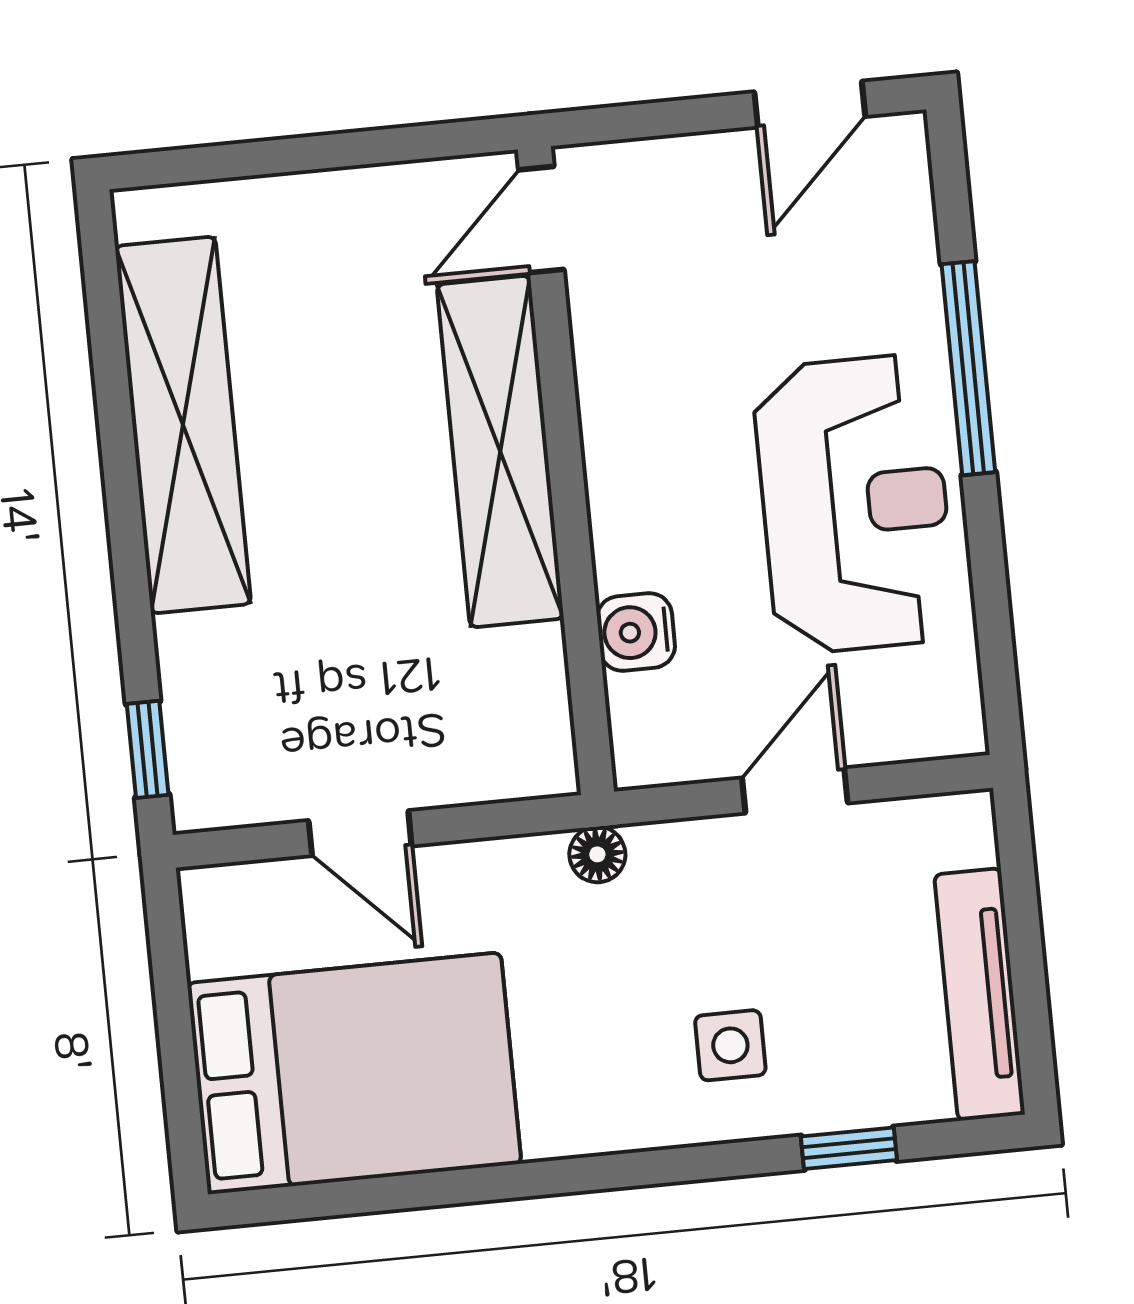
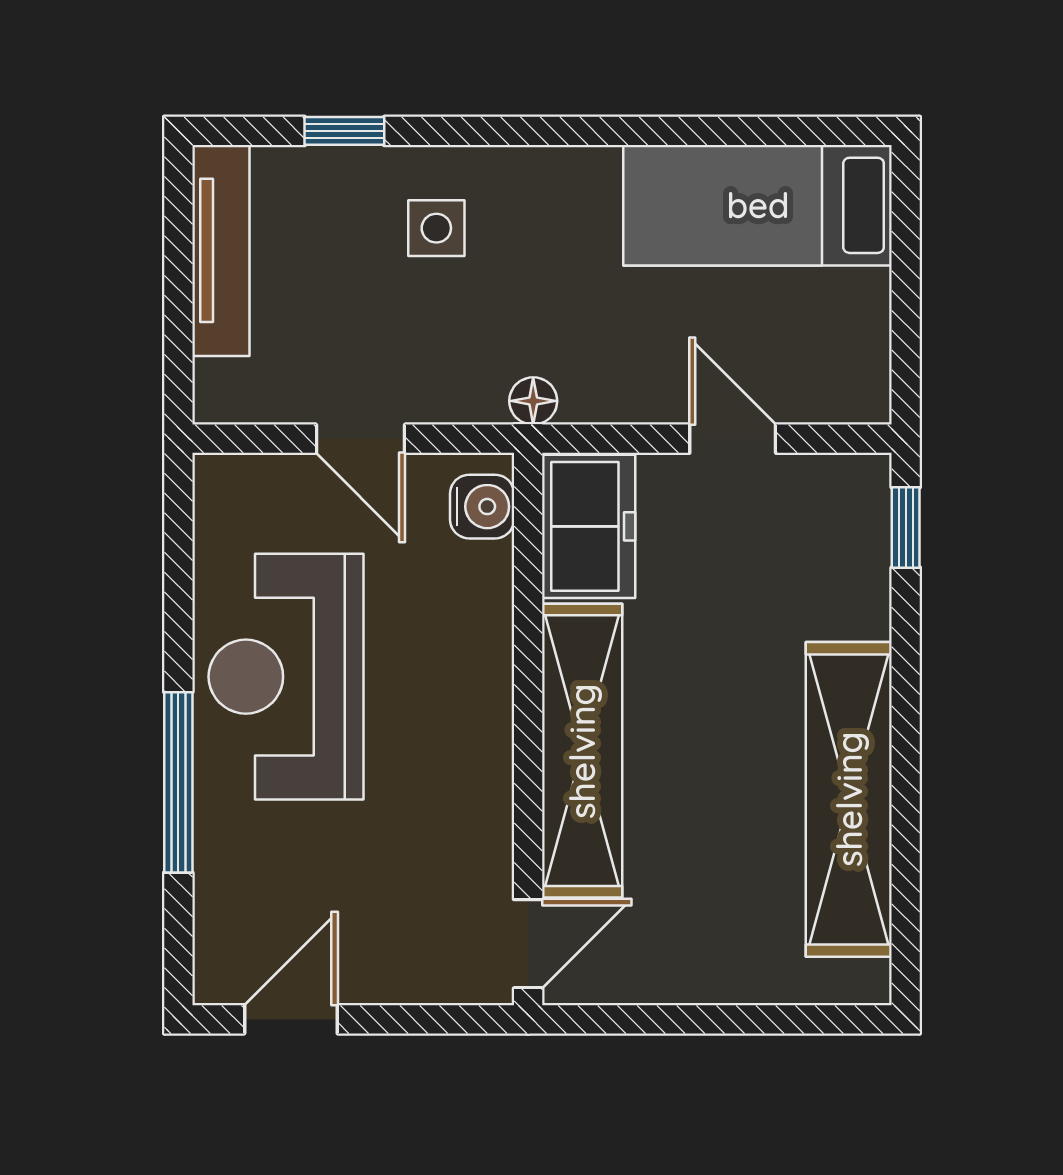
water cooler: (636, 632) -> (482, 507), moved
freezer: (518, 714) -> (589, 526), added
door: (795, 791) -> (361, 439), hinge flipped
bed: (354, 1073) -> (758, 205), width x0.67

